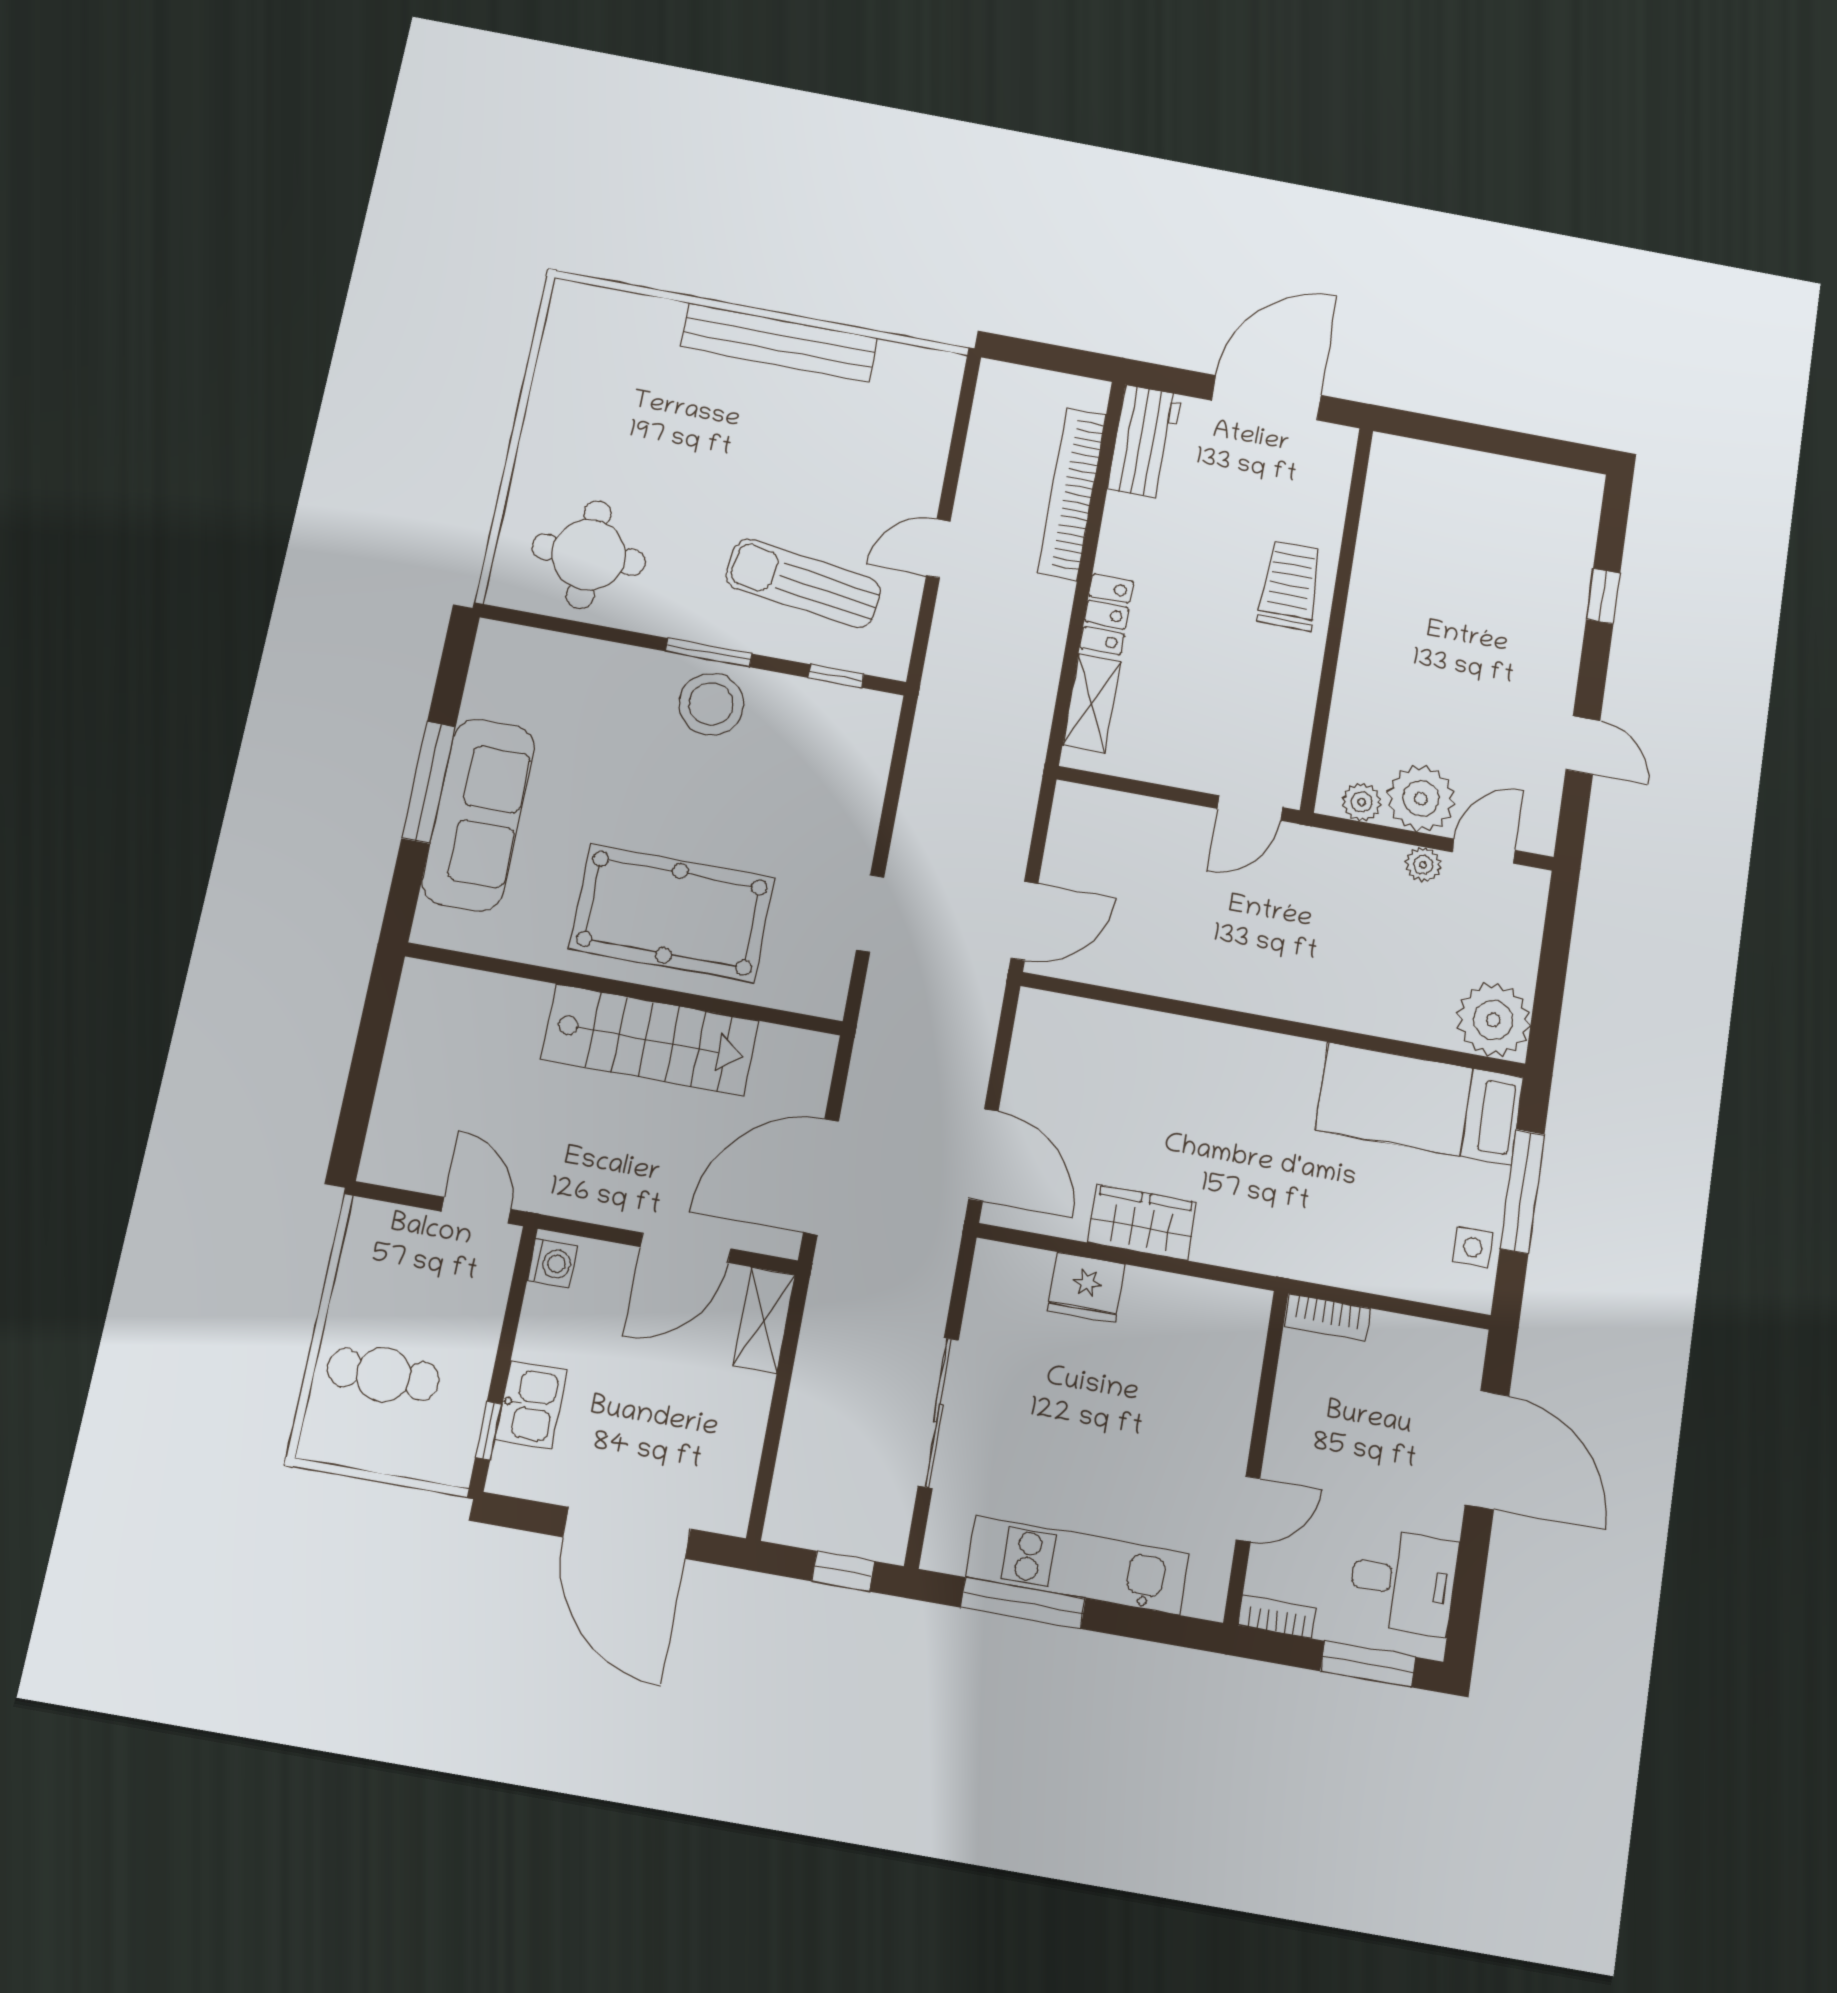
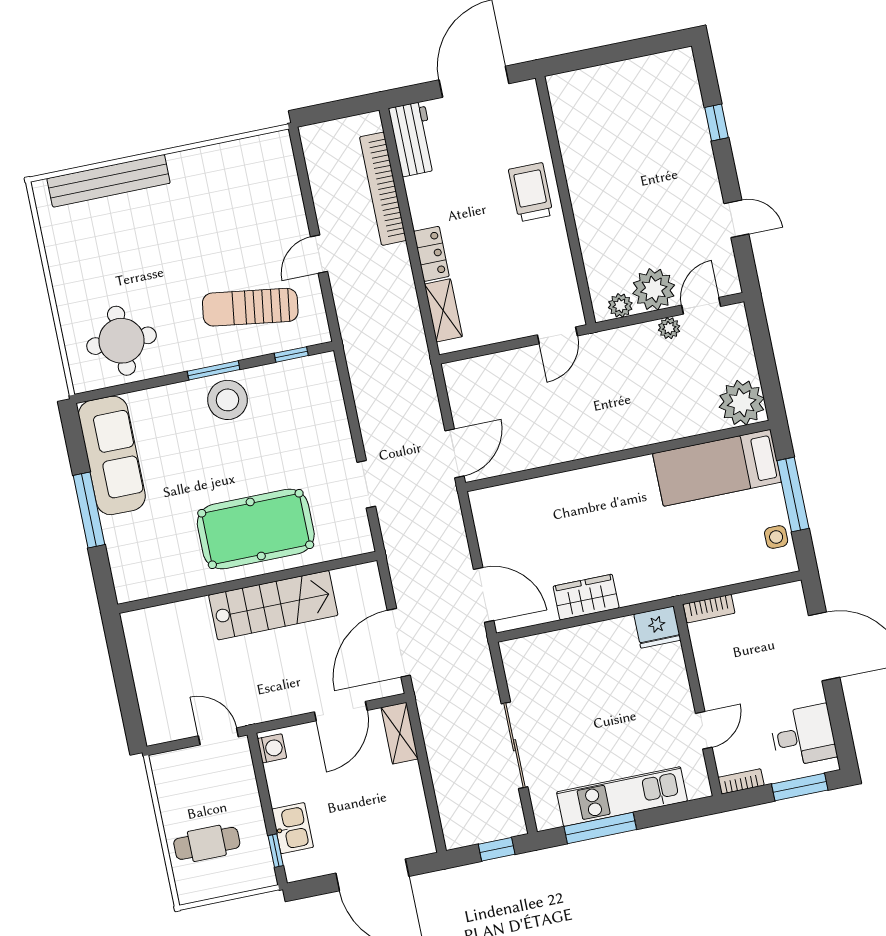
bench: (780, 342) -> (109, 181), moved
sofa: (478, 815) -> (112, 455), moved
fridge: (1086, 1287) -> (657, 627), moved

